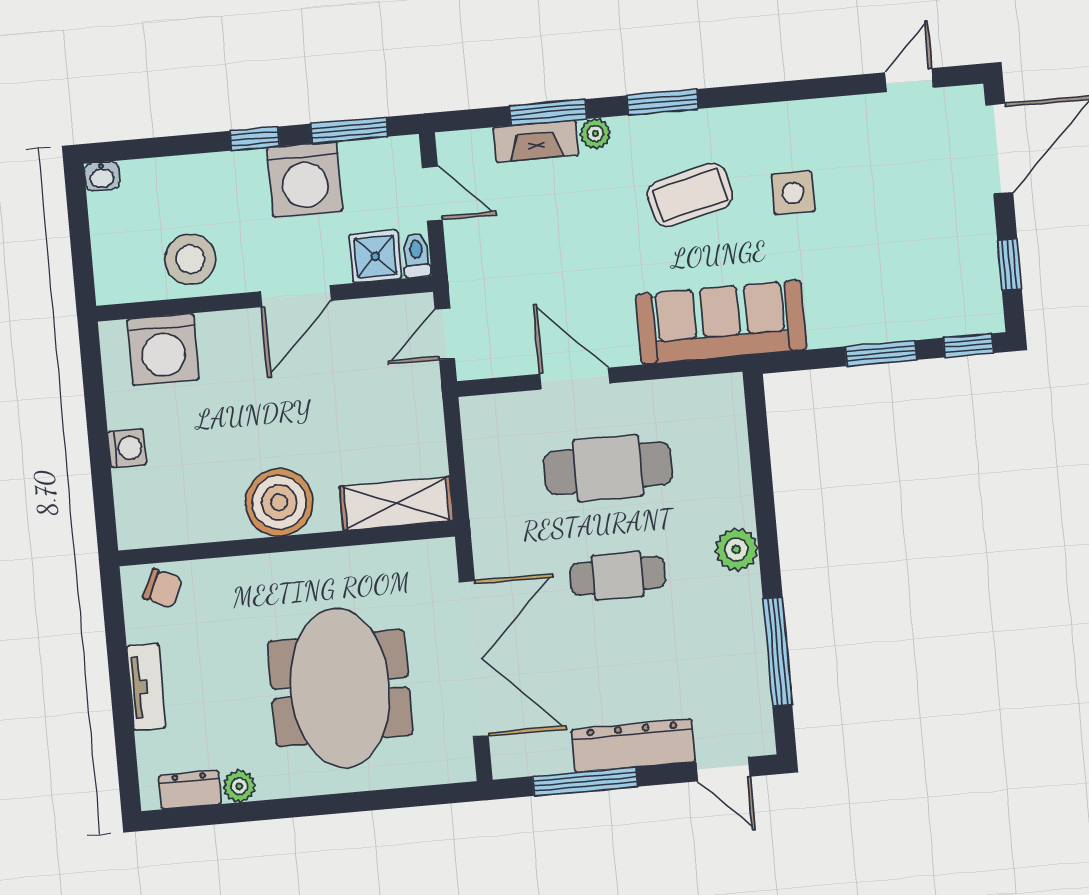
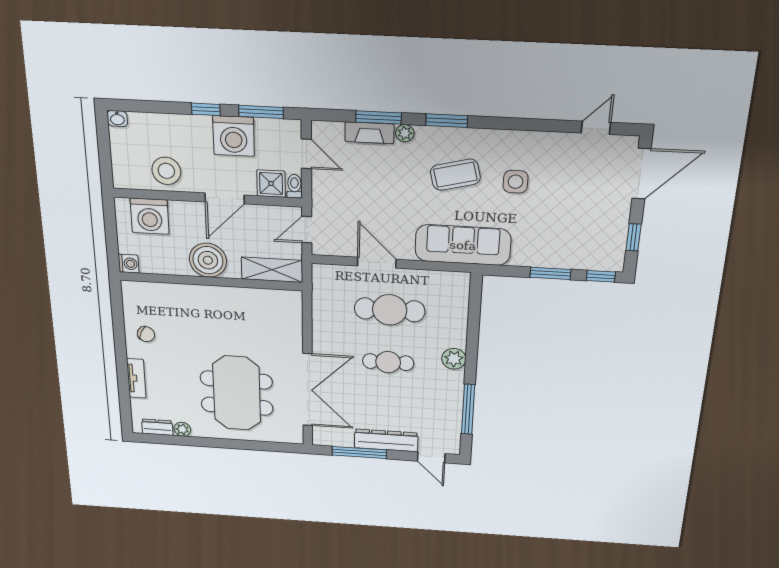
boiler: (279, 502) -> (208, 260), moved
shelving: (396, 504) -> (272, 270), moved
wall: (286, 544) -> (211, 281), moved

